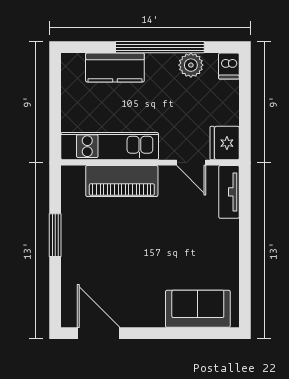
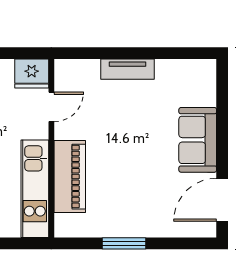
tv unit: (229, 192) -> (127, 69), moved
sofa: (198, 309) -> (198, 140), moved

